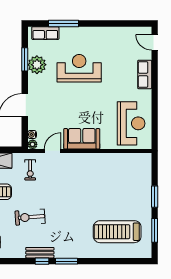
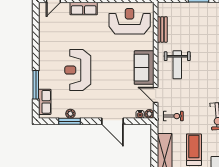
plant: (37, 65) -> (70, 114), width x0.53, depth x0.53
bench: (122, 158) -> (162, 29), added
weight bench: (85, 174) -> (177, 65), added

